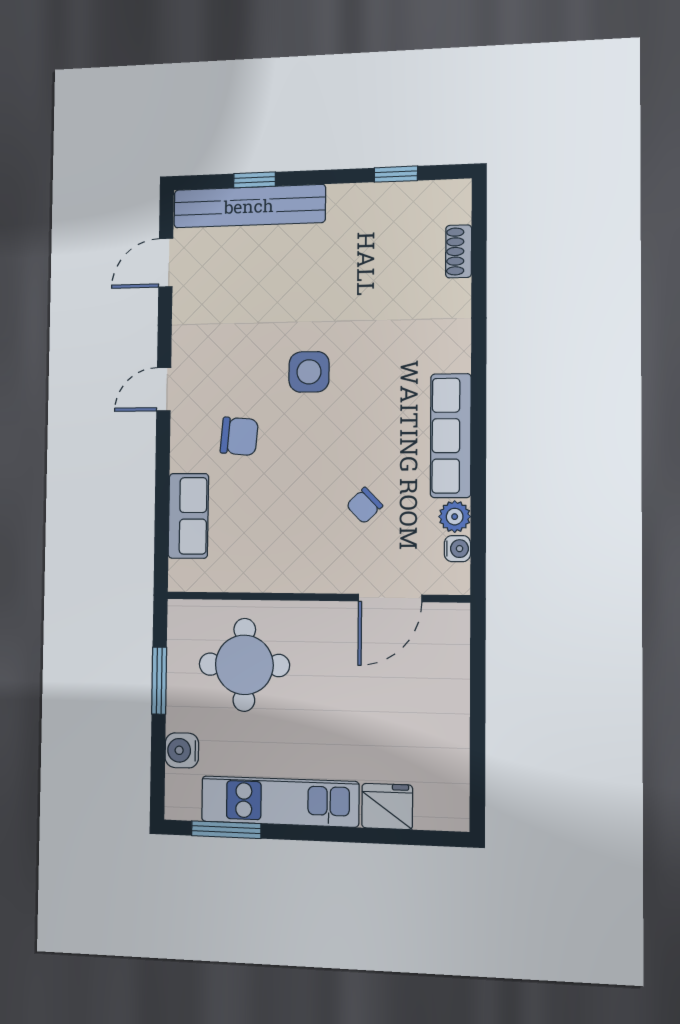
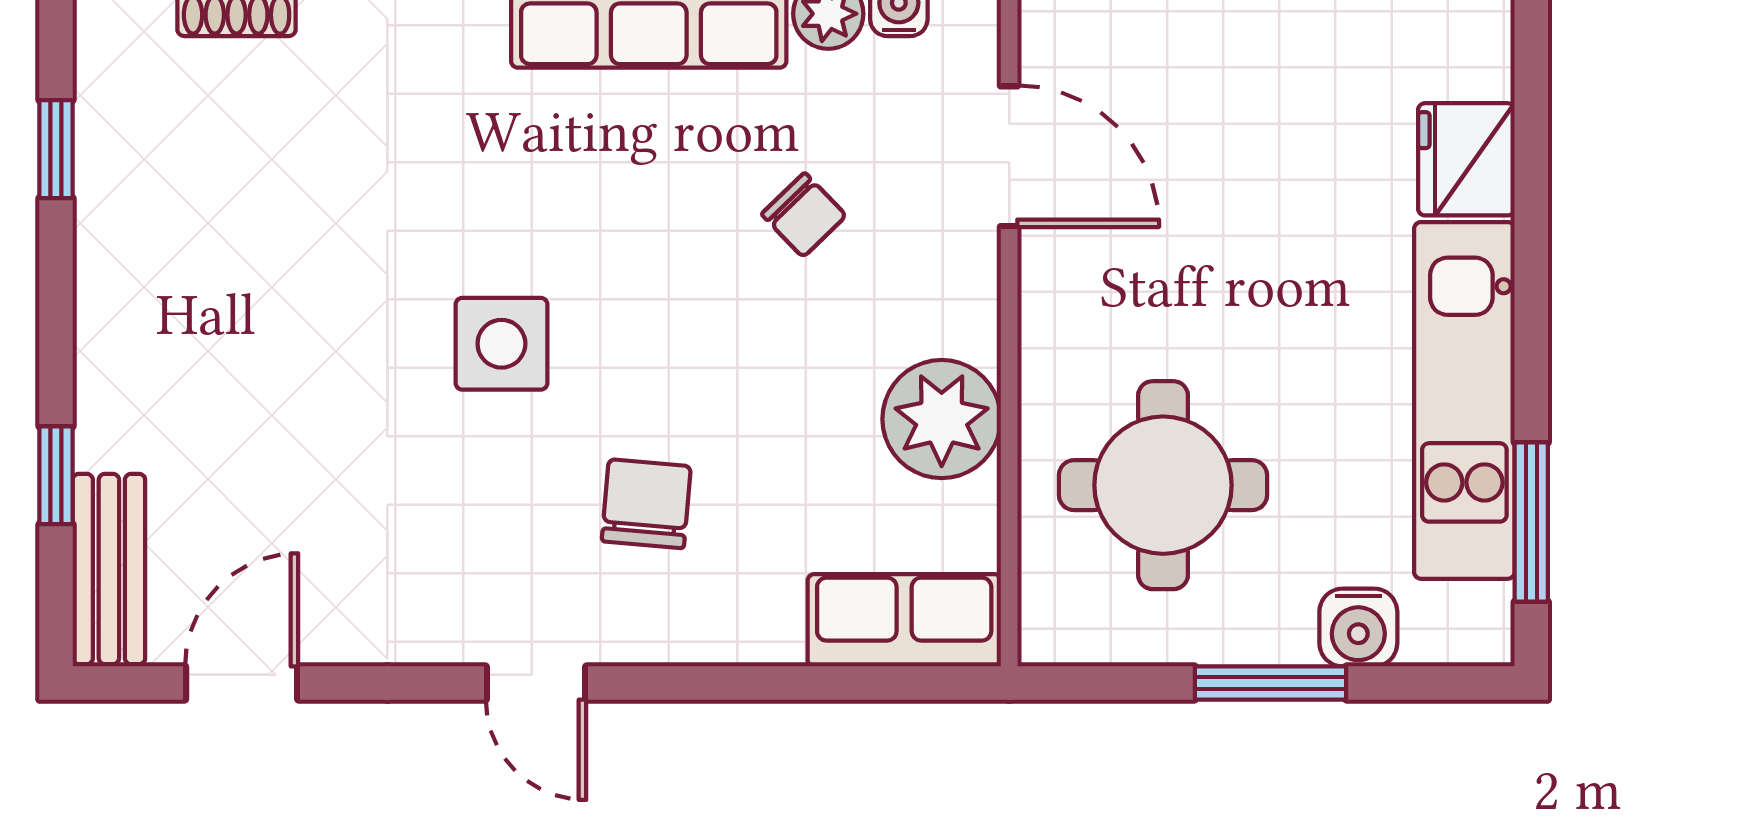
bench: (249, 206) -> (109, 569), width x0.54, depth x0.82
door: (166, 263) -> (242, 683), swing flipped
row of seats: (188, 516) -> (904, 620), moved
plant: (274, 567) -> (942, 419), added
window: (159, 681) -> (1271, 683), moved

